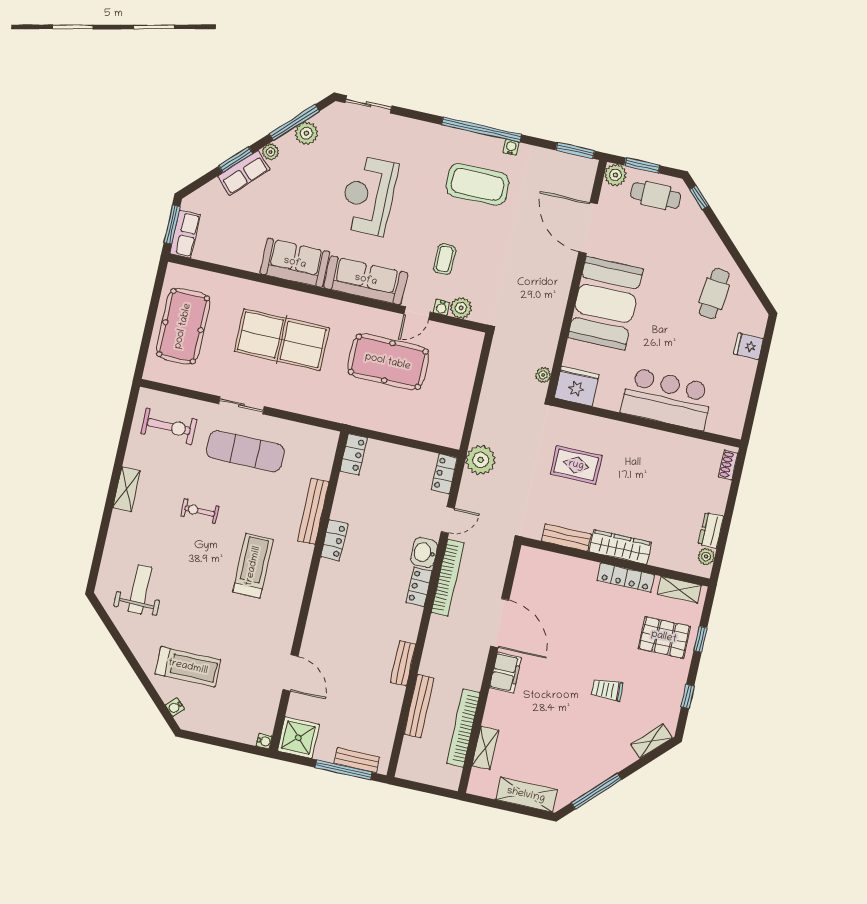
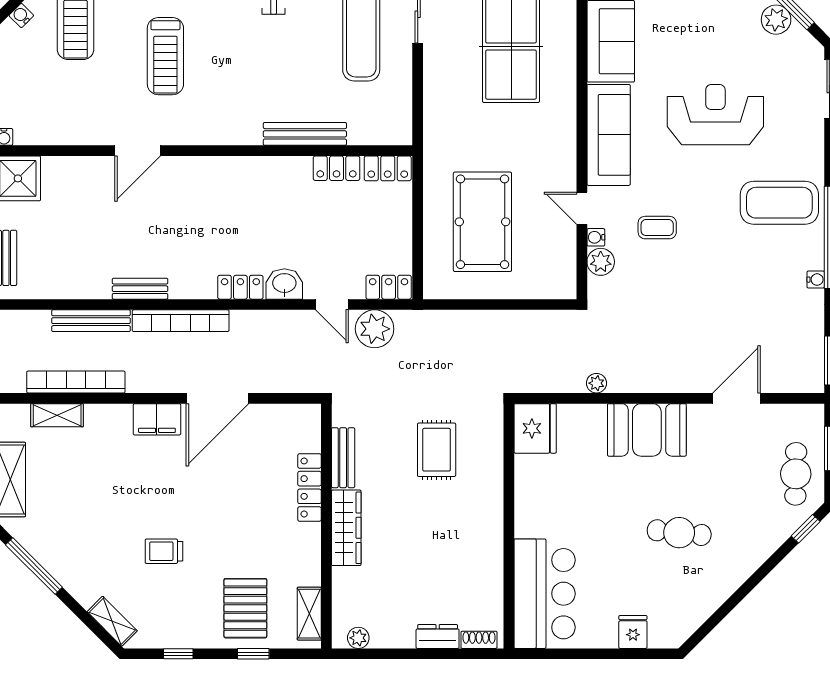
plant: (615, 175) -> (810, 418), removed
coffee table: (477, 184) -> (779, 203), moved, turned 90
door: (588, 228) -> (736, 398), width x0.73
cafe table: (714, 294) -> (679, 533), moved
booth: (605, 303) -> (647, 430), width x0.73, depth x0.70
pool table: (388, 362) -> (482, 222), moved
plant: (543, 375) -> (596, 383), moved
bar counter: (667, 399) -> (545, 594), moved
plant: (481, 460) -> (375, 329), moved
dresser: (711, 530) -> (438, 637), moved
locker: (334, 540) -> (337, 168), moved
treadmill: (253, 566) -> (165, 56), moved, turned 90
bookcase: (448, 578) -> (181, 321), moved
locker: (626, 578) -> (309, 487), moved
door: (291, 673) -> (138, 151), moved
trolley: (607, 690) -> (164, 551), turned -87

